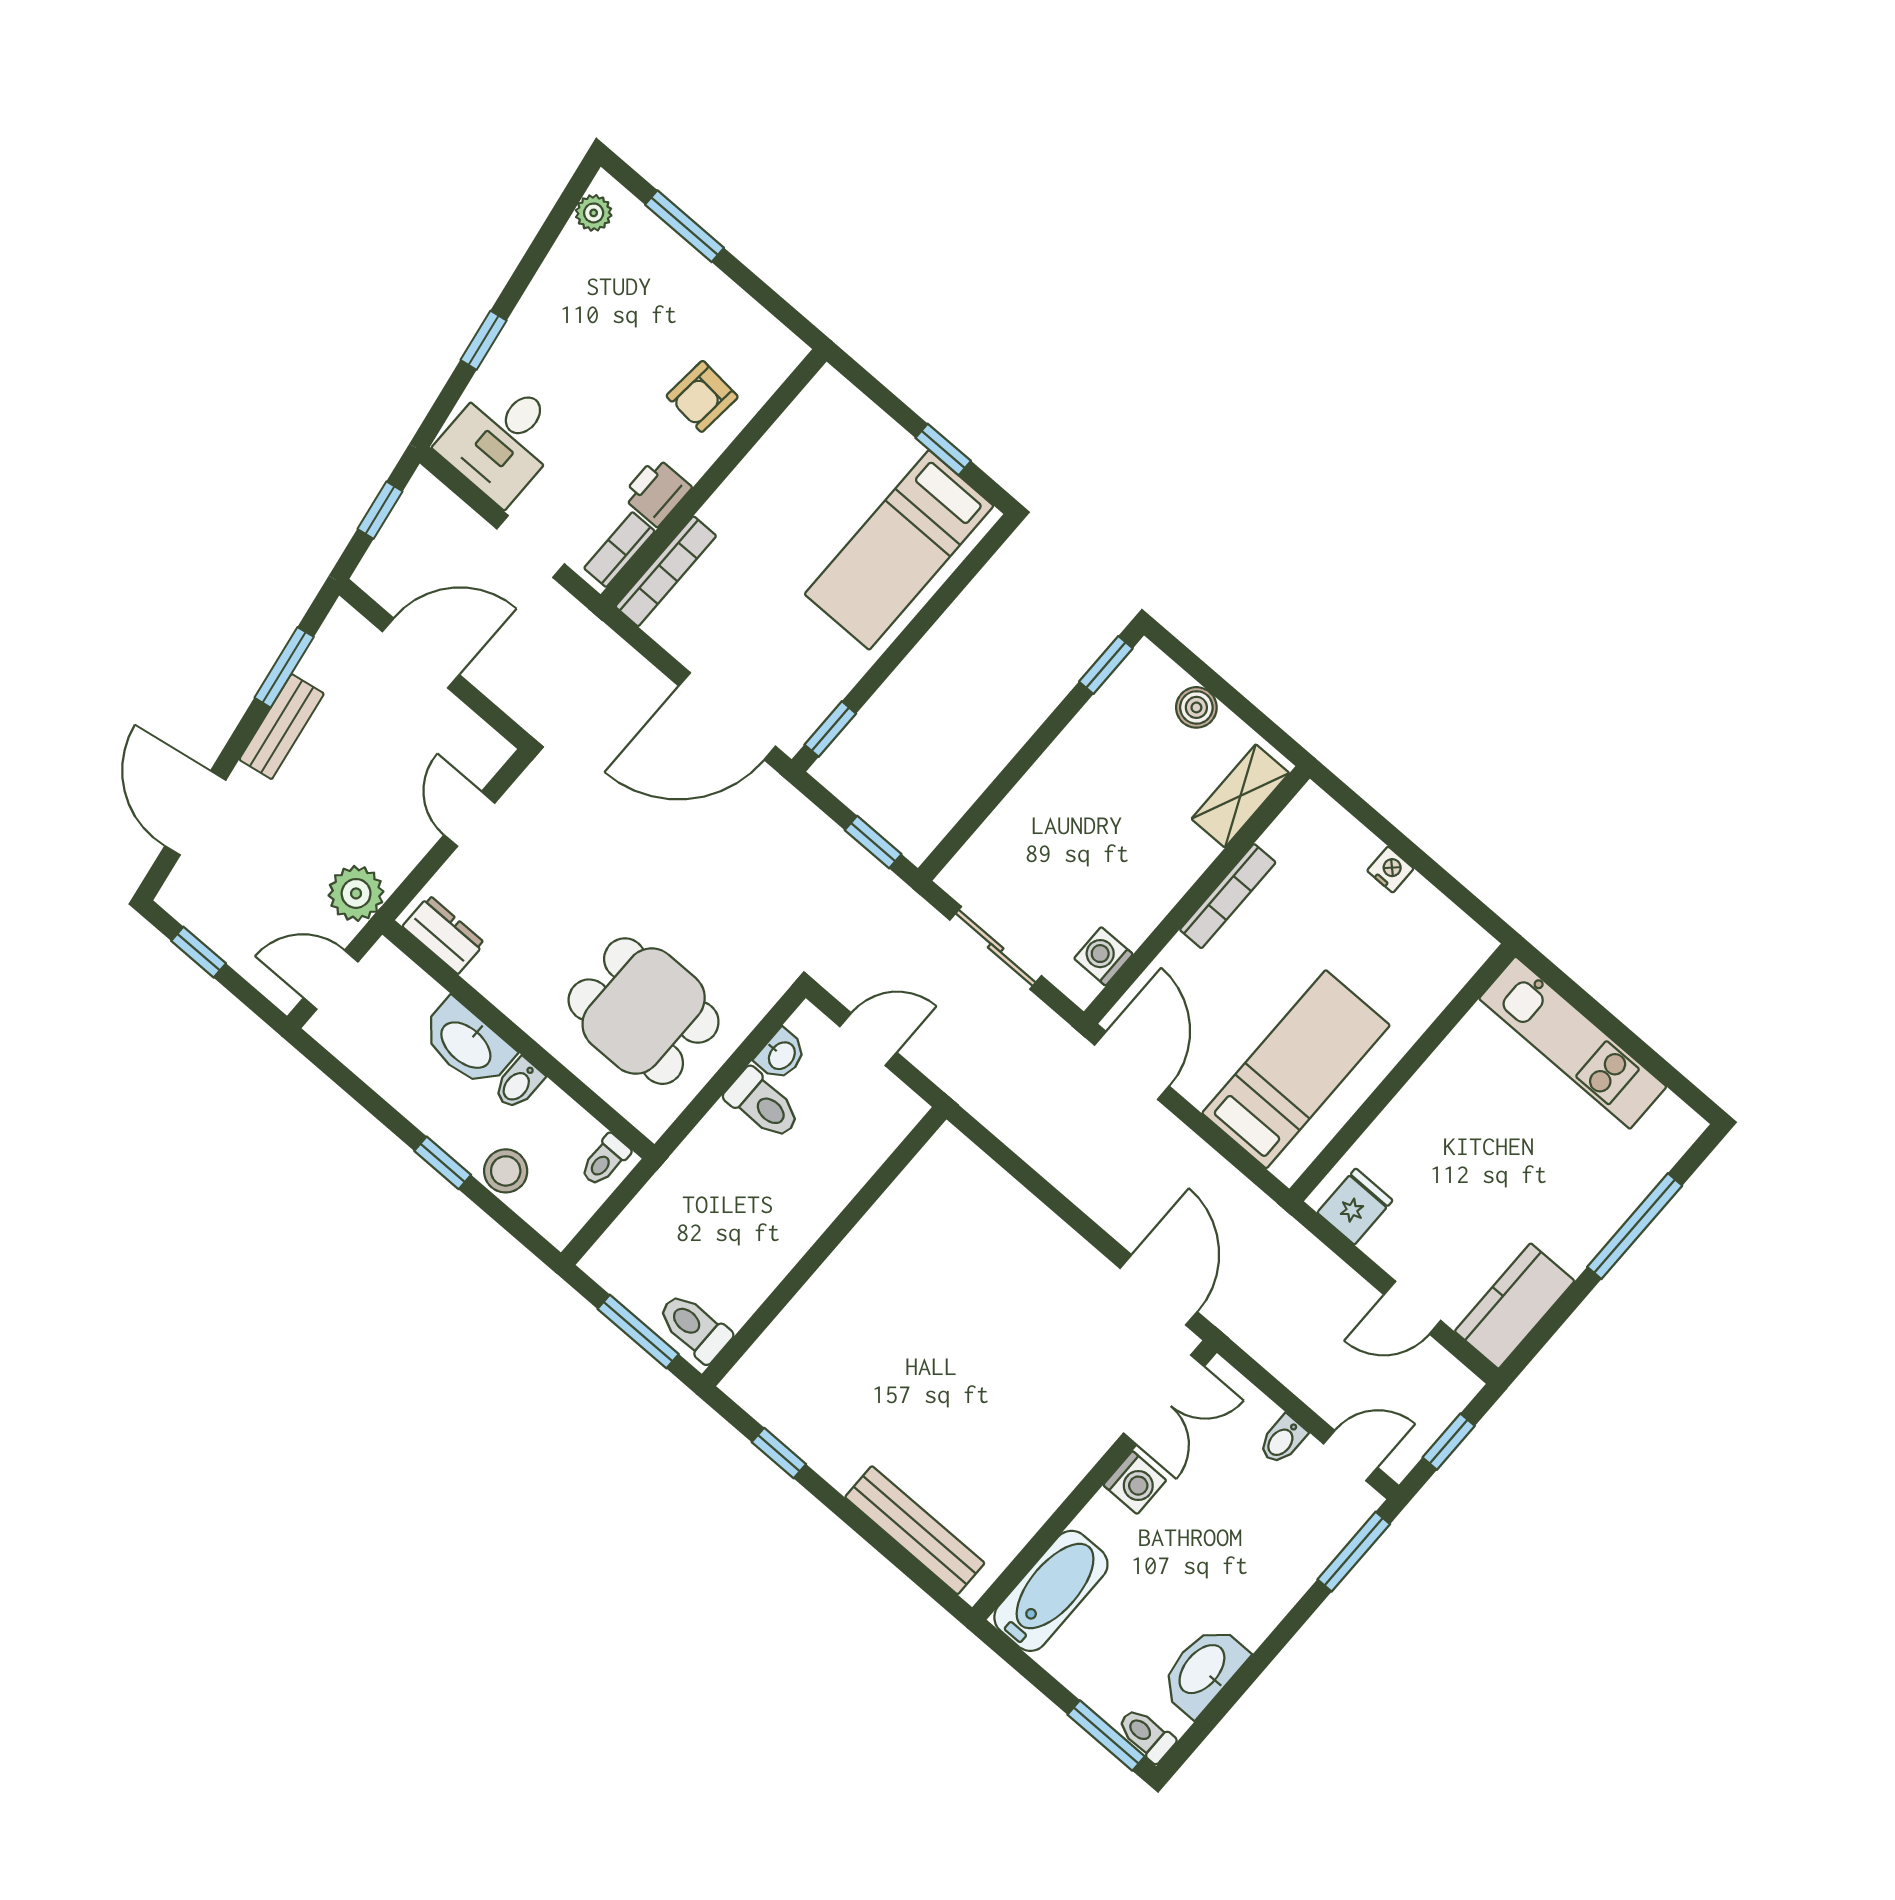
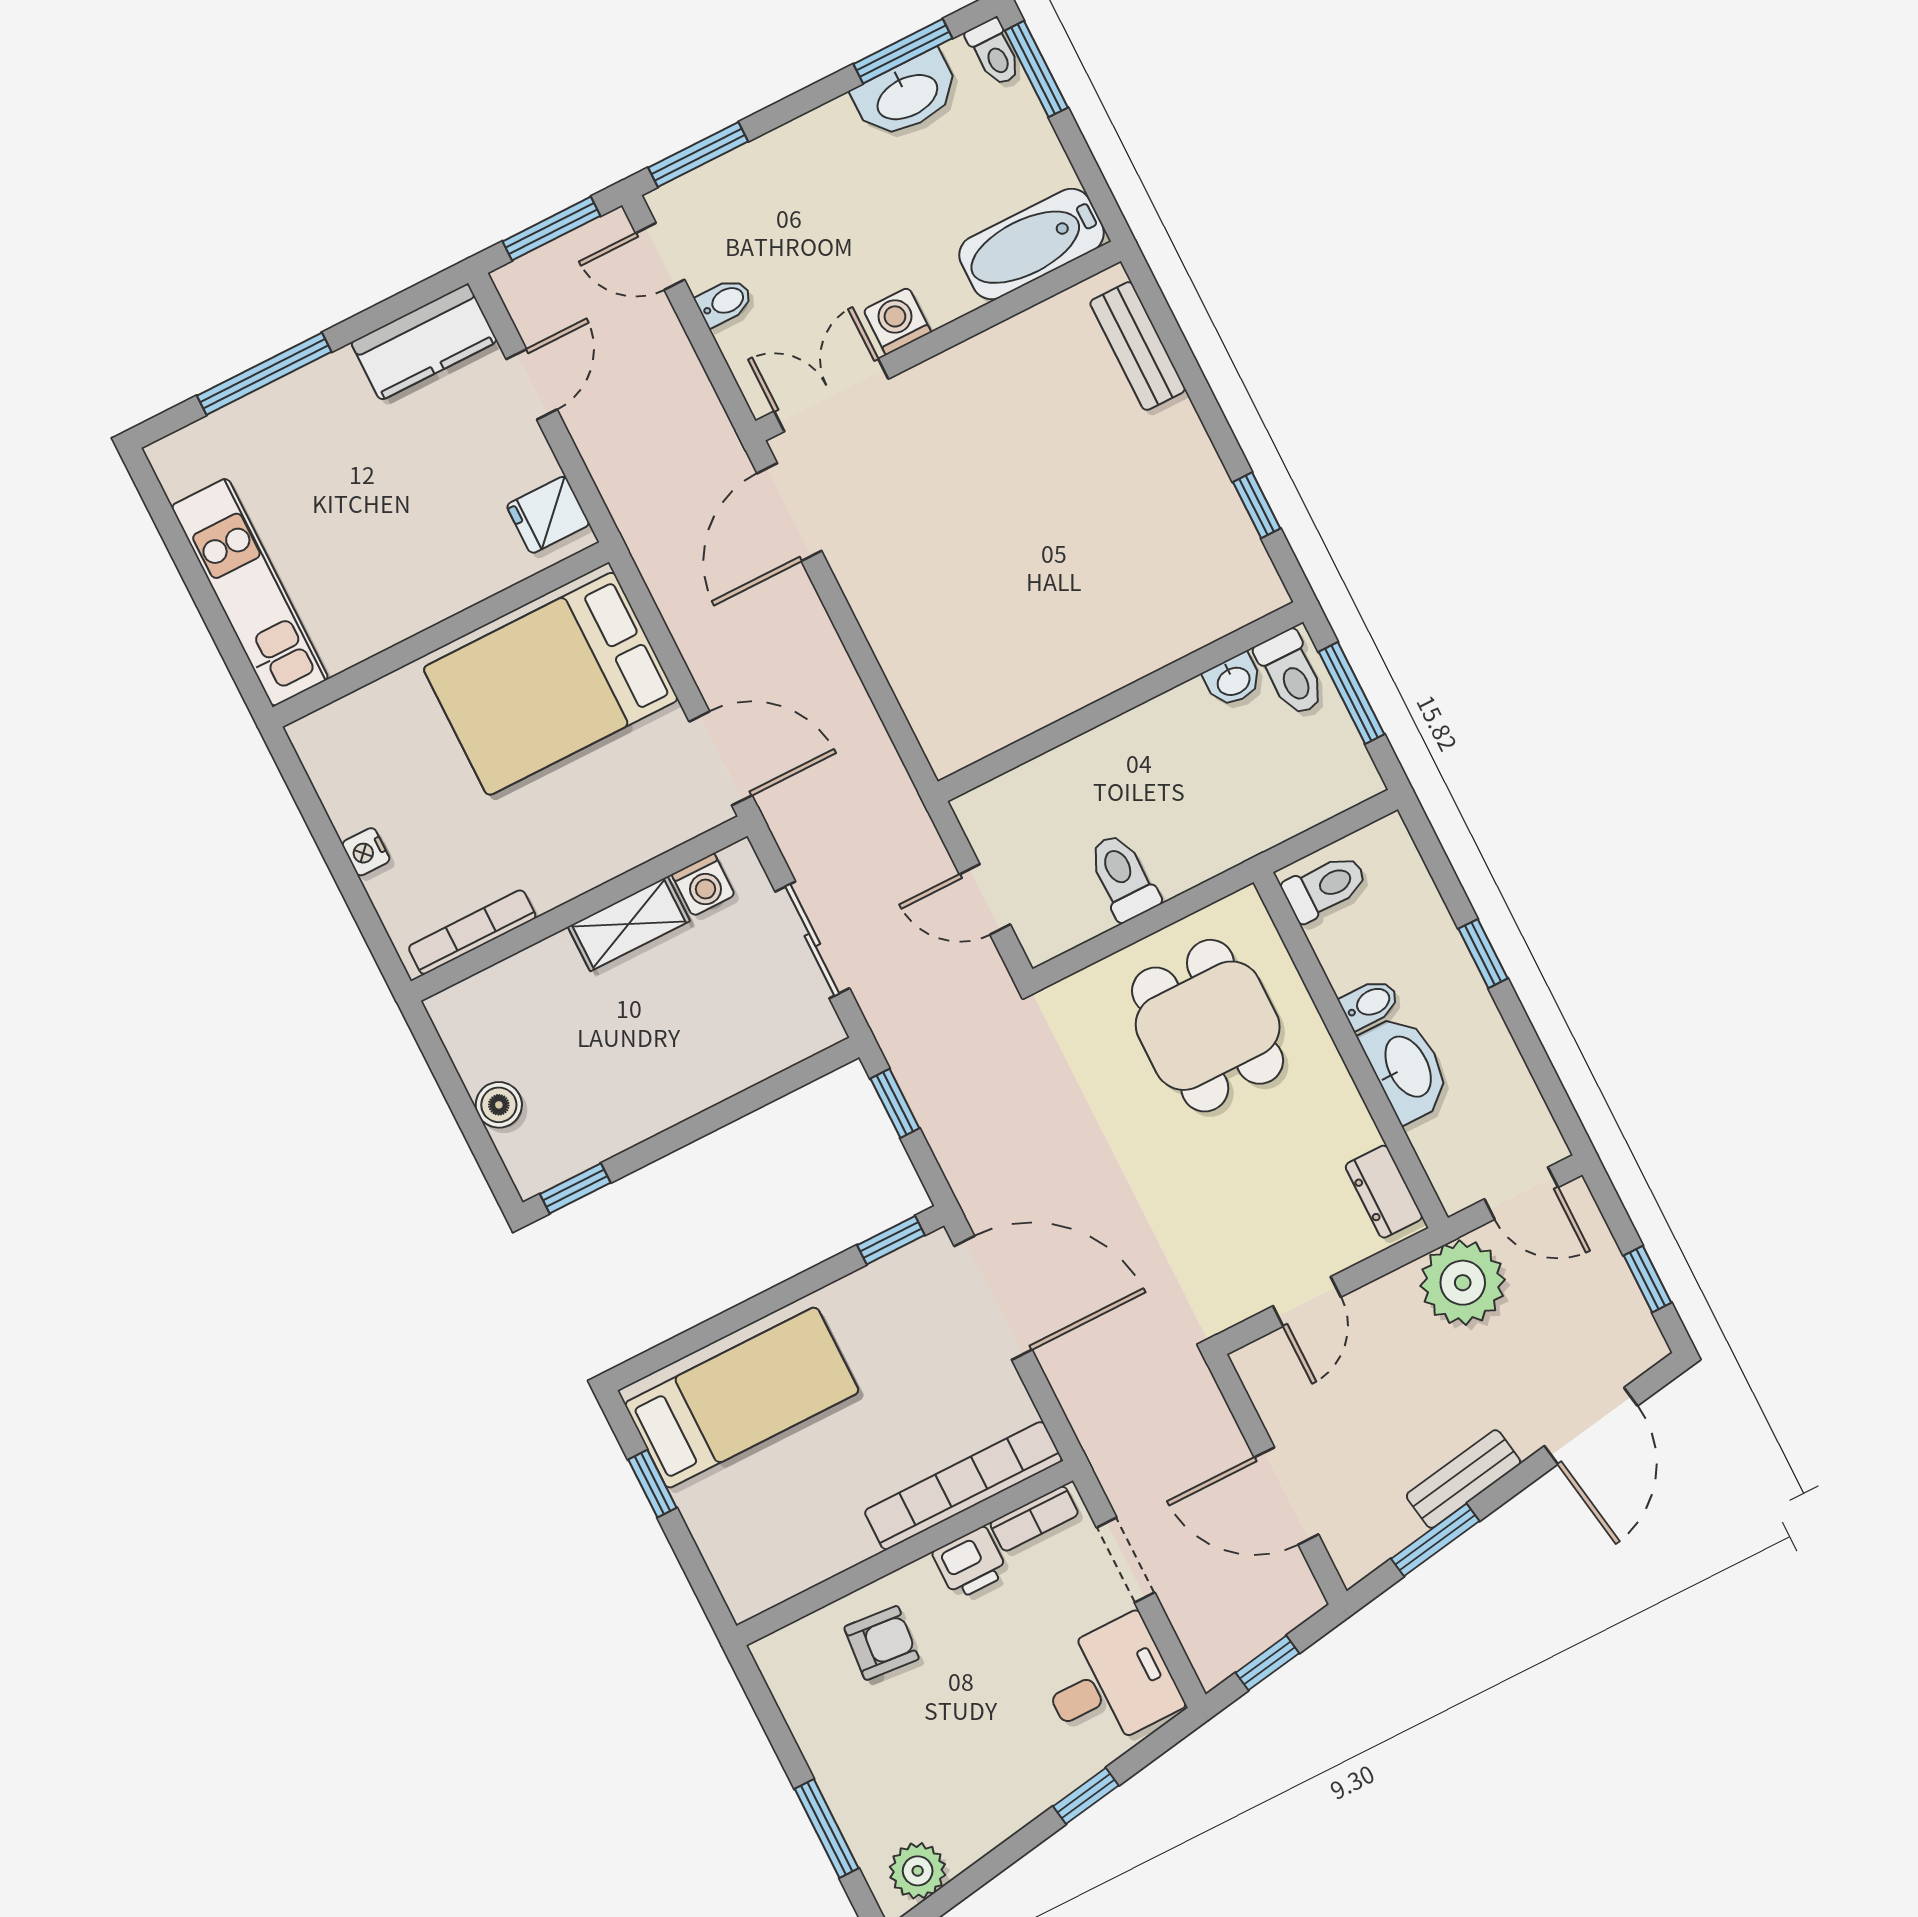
plant: (594, 213) -> (918, 1871), width x1.38, depth x1.38
bookcase: (666, 571) -> (963, 1486), width x1.48, depth x1.31
shelving: (1240, 796) -> (629, 924), moved
plant: (356, 893) -> (1463, 1283), width x1.36, depth x1.36
bookcase: (1228, 896) -> (472, 932), moved
washbasin: (781, 1055) -> (1233, 680), moved, turned 180
door: (1132, 1065) -> (721, 758), swing flipped
bed: (1296, 1069) -> (551, 684), width x1.50
toilet: (605, 1160) -> (1325, 887), width x1.37, depth x1.39
stool: (506, 1171) -> (1421, 918), removed
door: (1412, 1308) -> (532, 384), hinge flipped
window: (1449, 1442) -> (551, 229), width x1.50
bench: (915, 1530) -> (1138, 346), width x0.73
window: (1221, 1705) -> (903, 51), added

